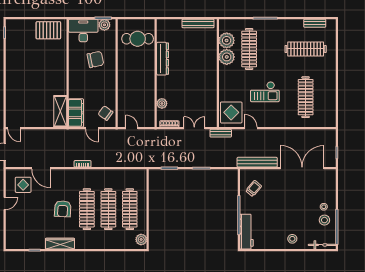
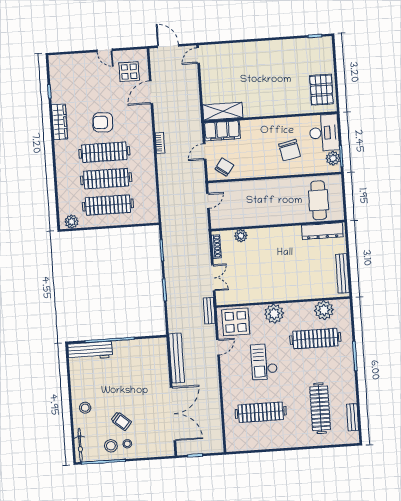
plant: (227, 57) -> (274, 314), moved
dresser: (163, 59) -> (322, 231), moved
trolley: (254, 188) -> (121, 421), moved

